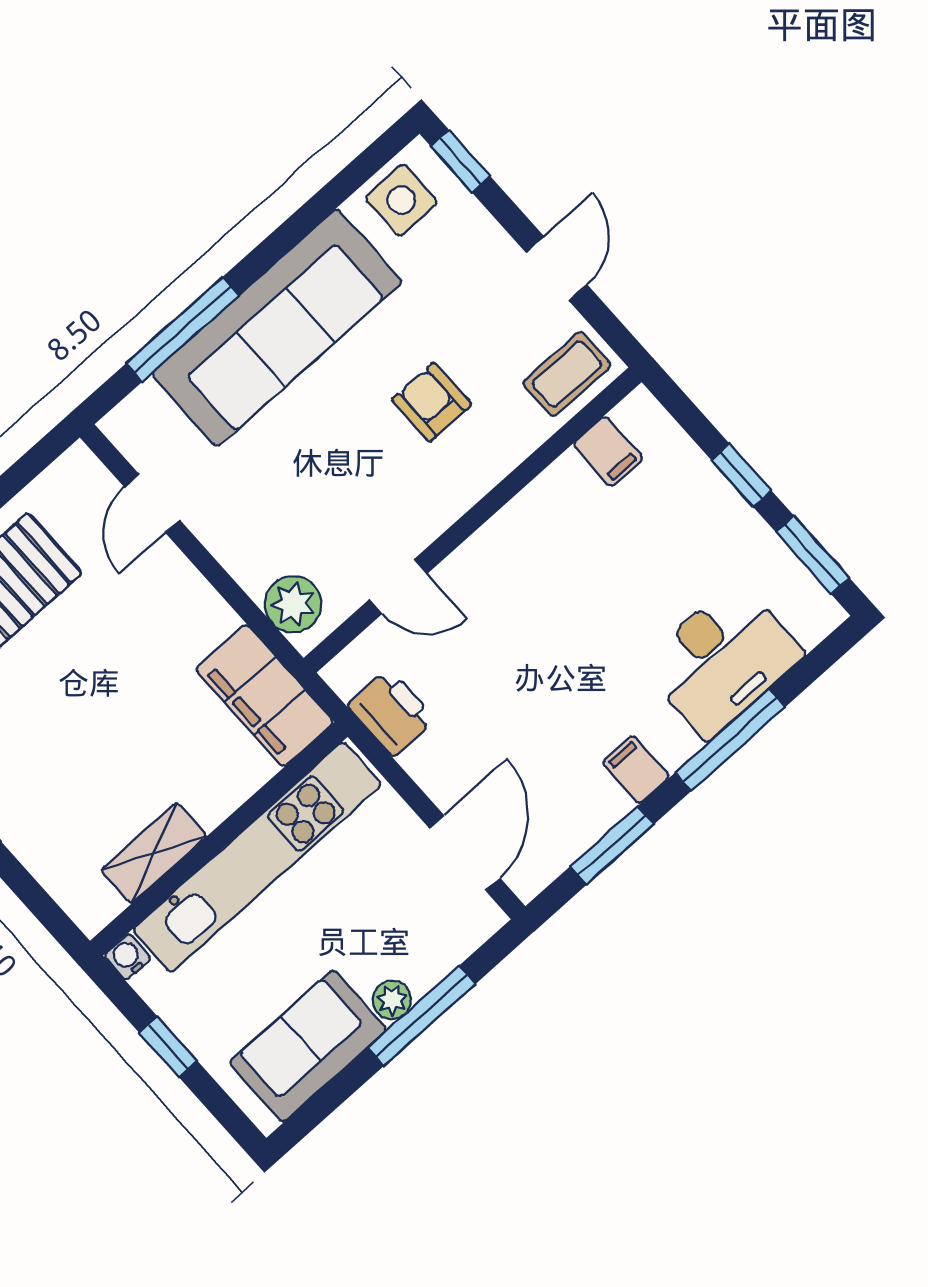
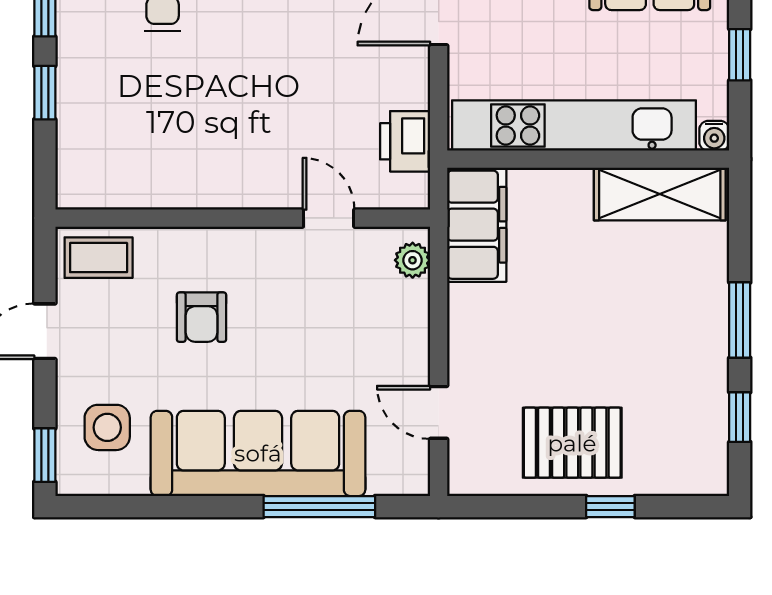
side table: (401, 200) -> (107, 427), moved
filing cabinet: (608, 451) -> (117, 185), removed
door: (152, 503) -> (439, 412), swing flipped
plant: (293, 604) -> (413, 260), width x0.73, depth x0.73
shelving: (154, 853) -> (660, 194), width x1.50, depth x1.33

